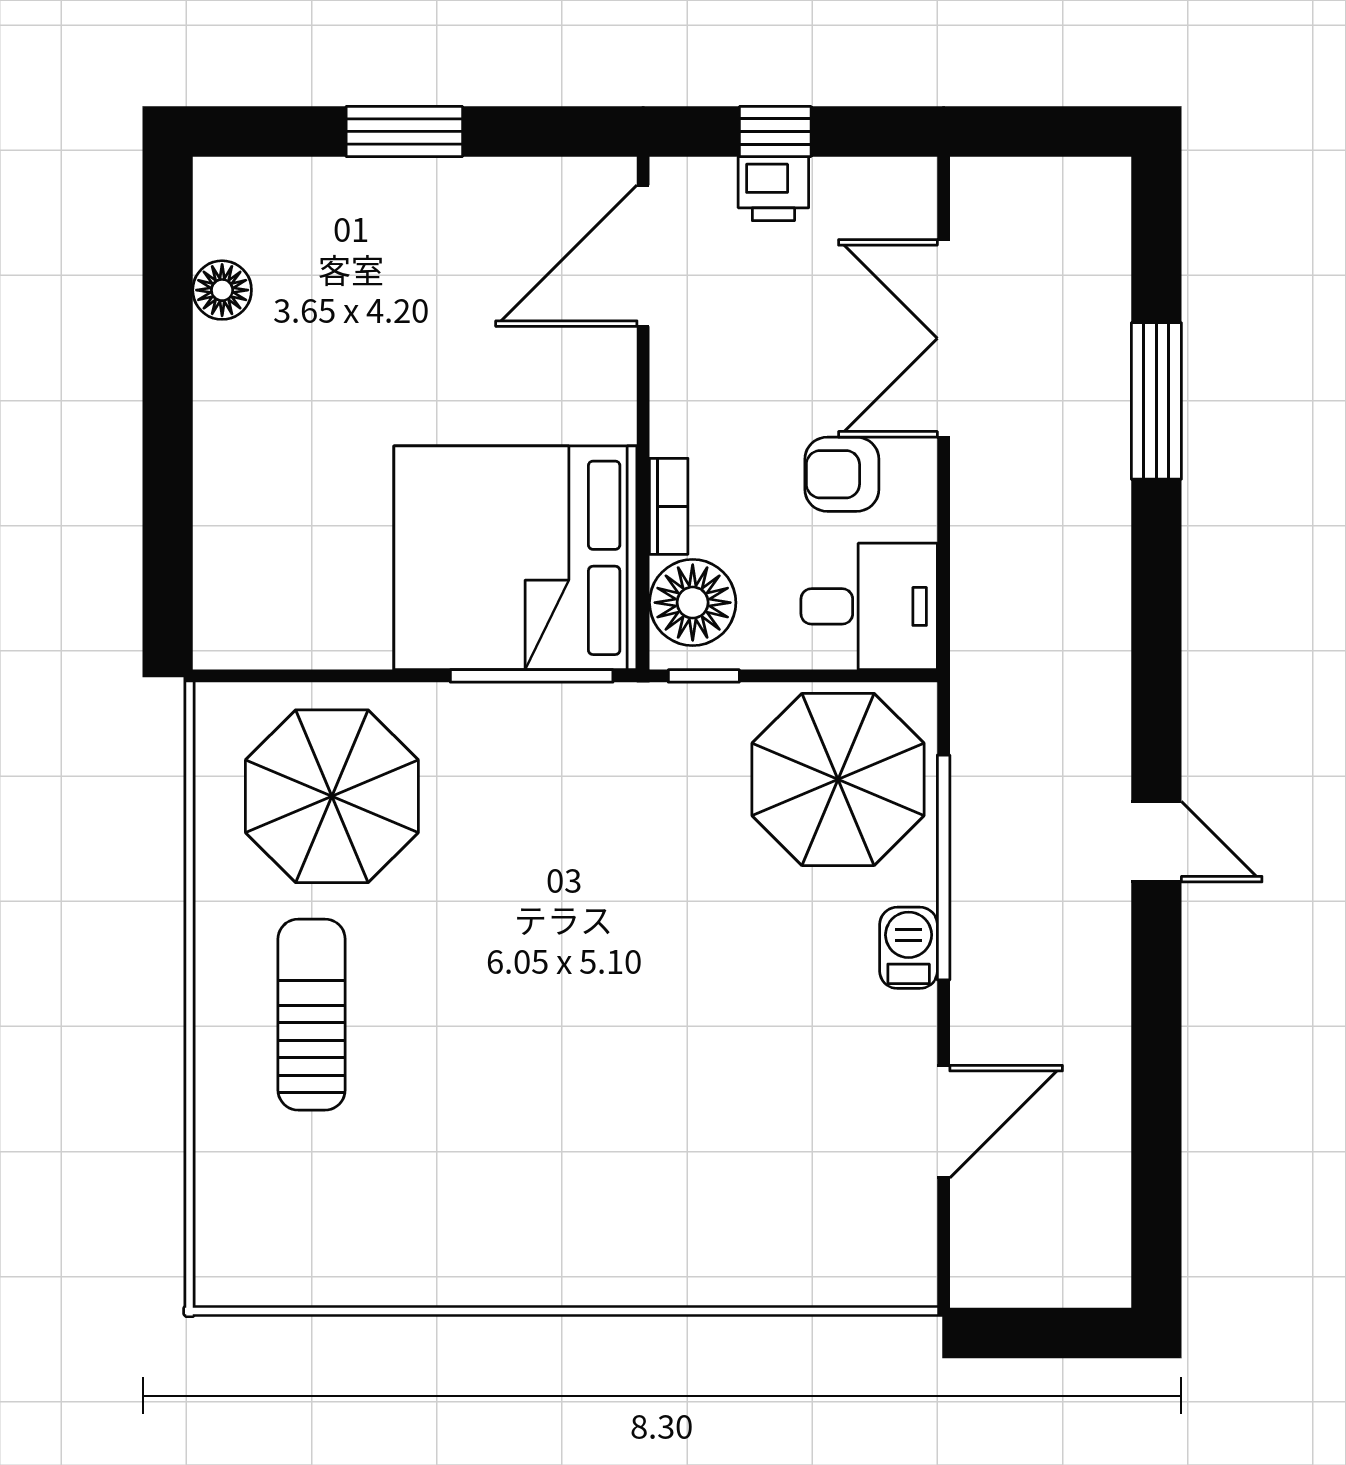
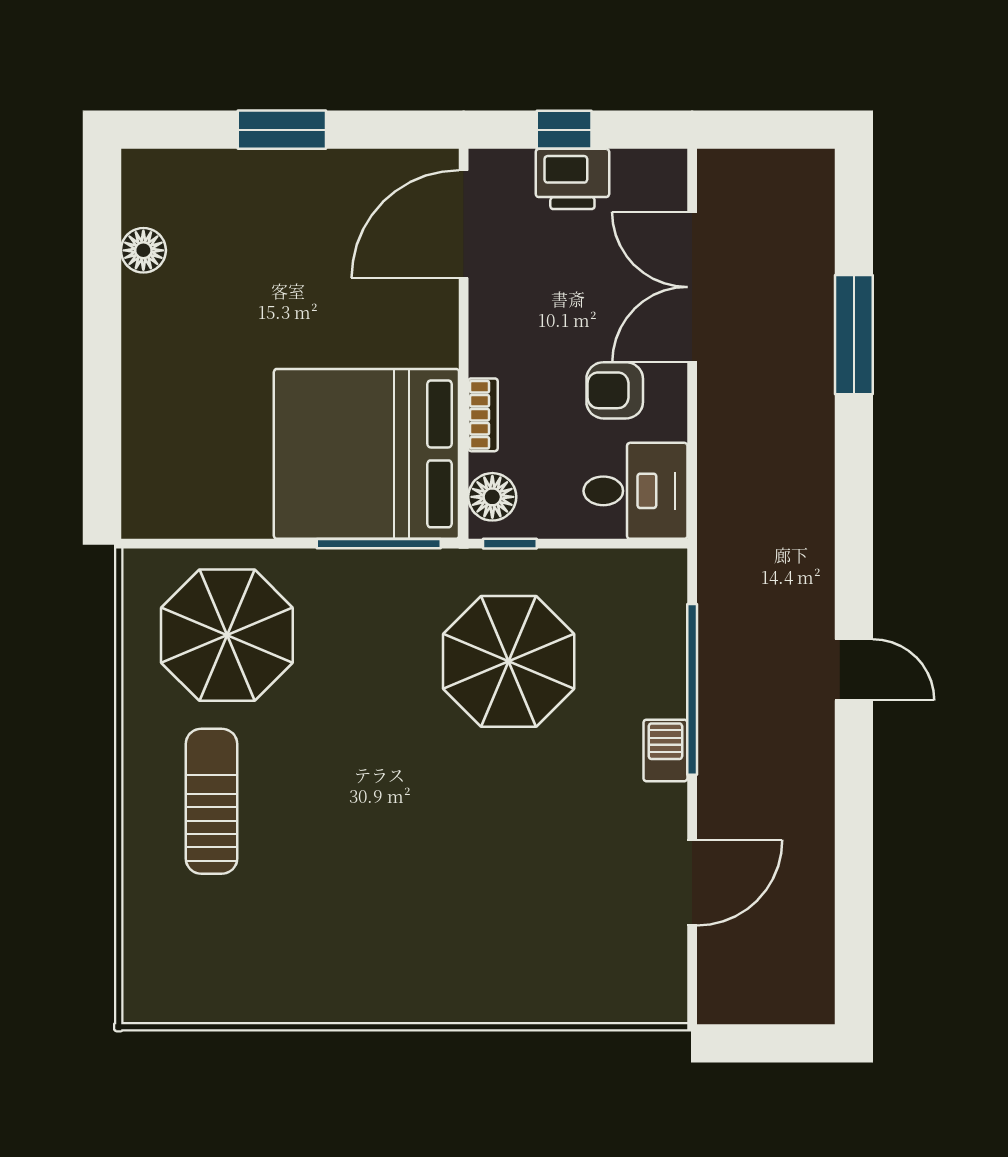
printer: (773, 189) -> (572, 179), width x1.36, depth x1.24
floor lamp: (693, 603) -> (492, 497), width x0.73, depth x0.73
parasol: (838, 779) -> (509, 661), moved

